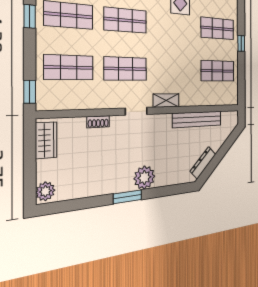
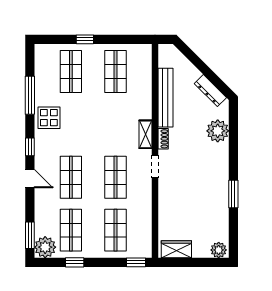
shoe rack: (98, 122) -> (163, 139), moved
plant: (144, 178) -> (218, 131), moved
window: (128, 197) -> (233, 194), moved

